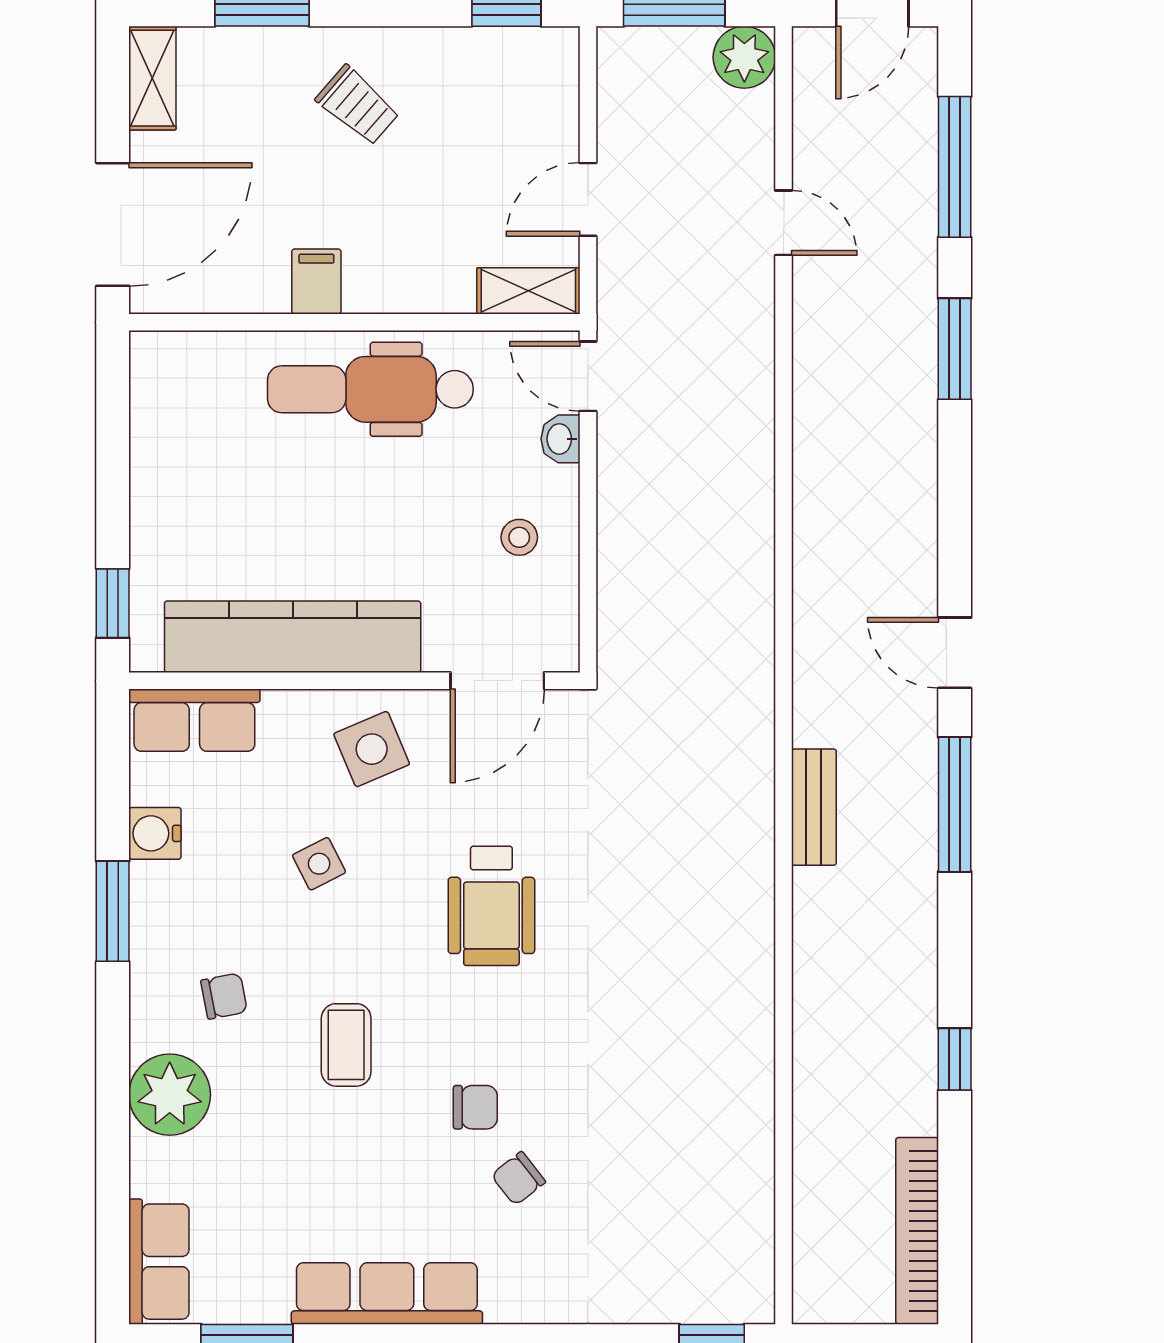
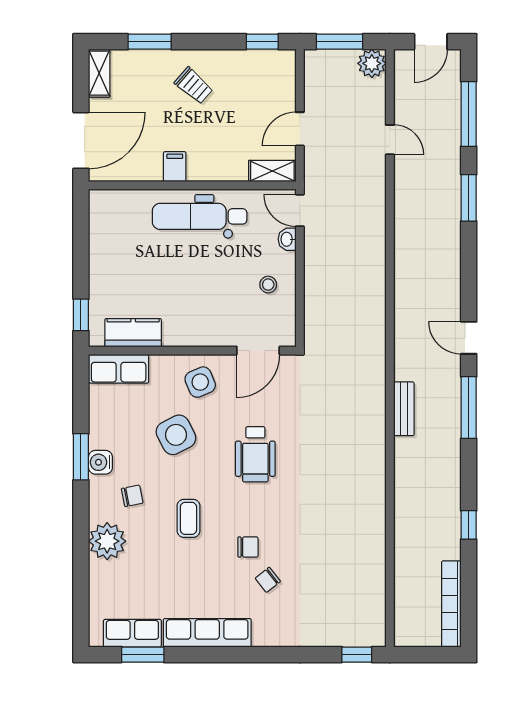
kitchen counter: (293, 637) -> (133, 333), width x0.48, depth x0.86
water cooler: (155, 833) -> (100, 462), moved
side table: (319, 864) -> (176, 435), width x1.87, depth x1.87
row of seats: (159, 1262) -> (132, 633), moved, turned -90

